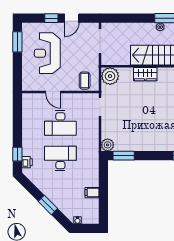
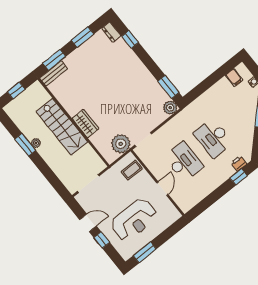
plant: (110, 76) -> (121, 144), moved
filing cabinet: (92, 193) -> (234, 78), moved

